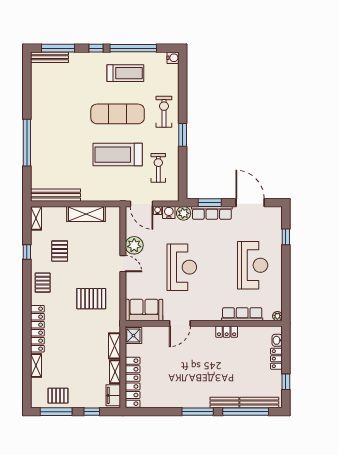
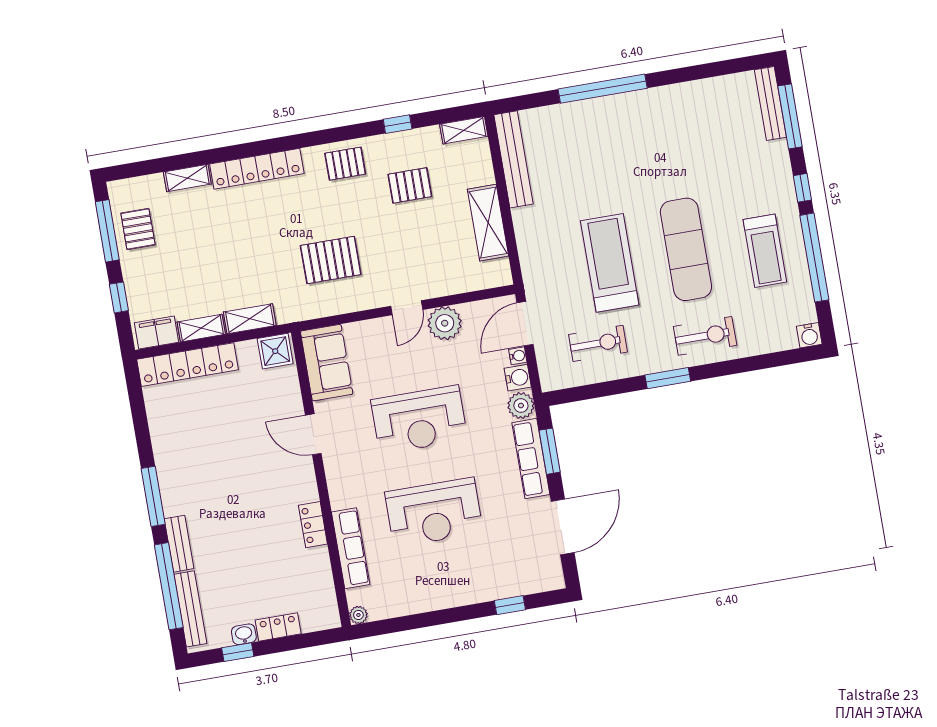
reception desk: (253, 265) -> (434, 512), moved
pallet: (91, 299) -> (331, 260), turned 90
washbasin: (277, 340) -> (244, 634), moved

